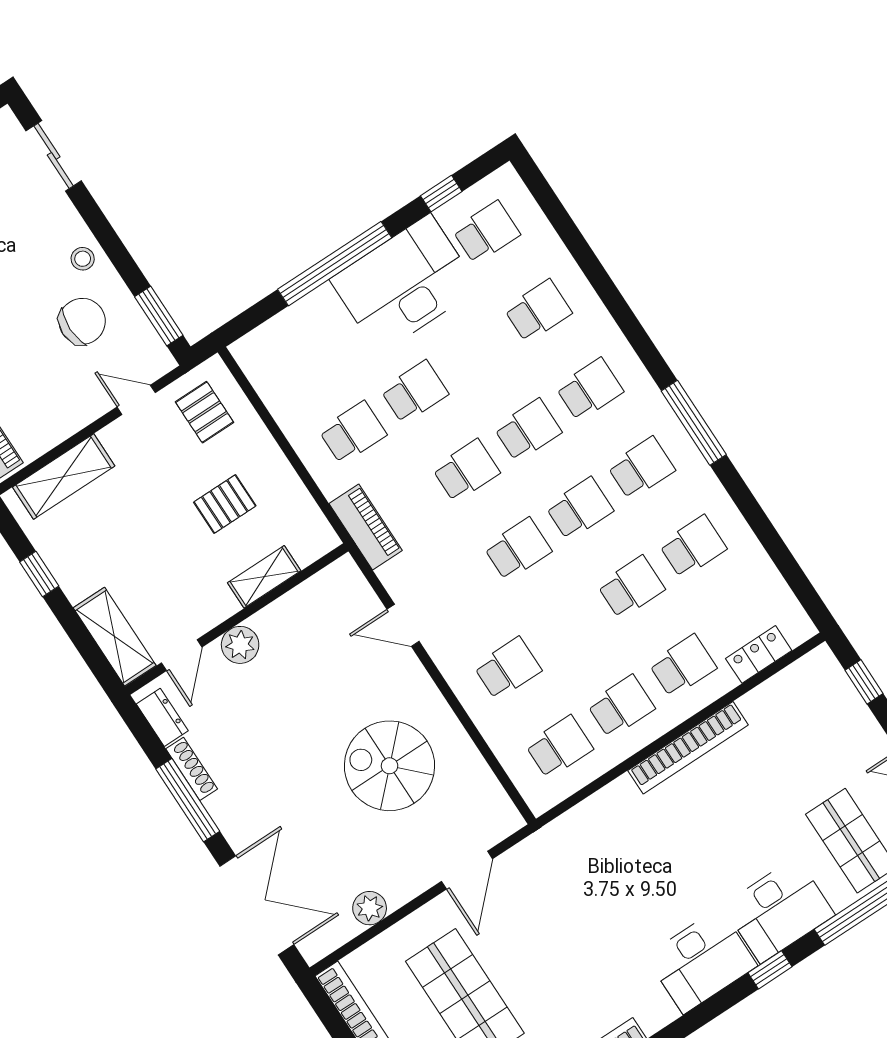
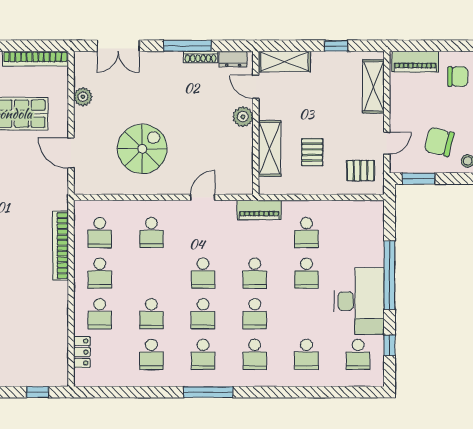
chair: (82, 321) -> (439, 142), turned 104
shelving: (264, 577) -> (270, 148), width x1.50, depth x1.33
bookcase: (688, 748) -> (60, 245), moved
double door: (257, 905) -> (118, 46), width x0.73

